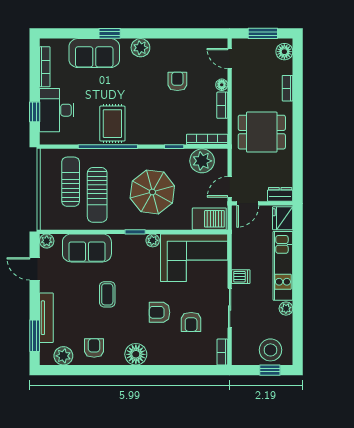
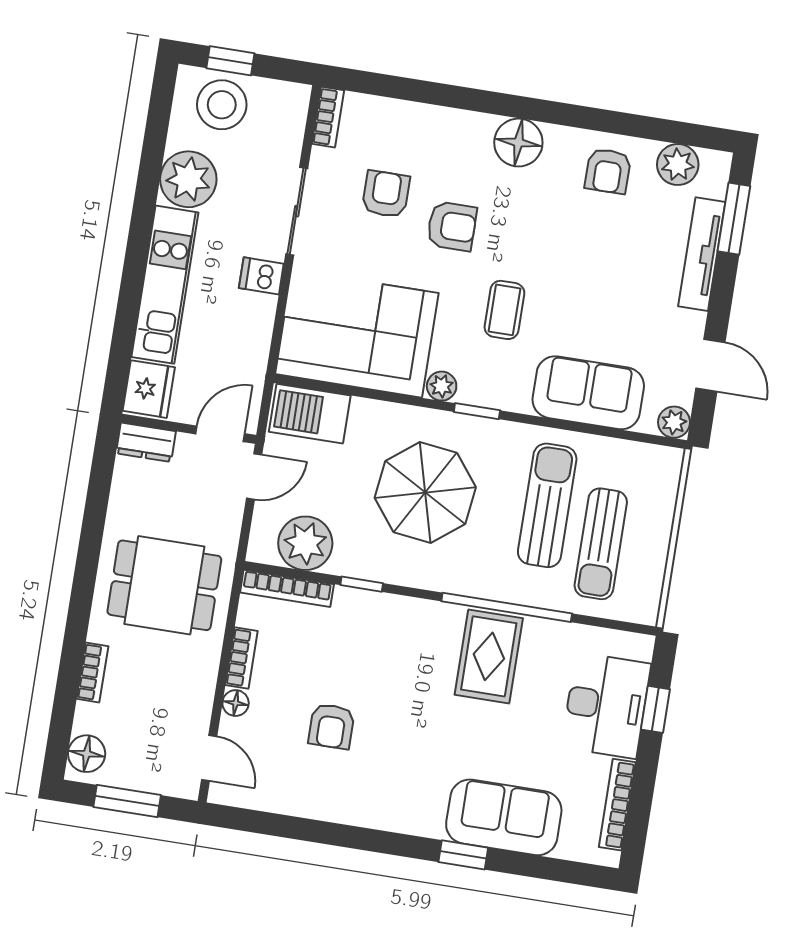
plant: (140, 48) -> (401, 813), removed
coffee table: (107, 294) -> (504, 310), moved
plant: (286, 309) -> (188, 179), width x1.88, depth x1.88

